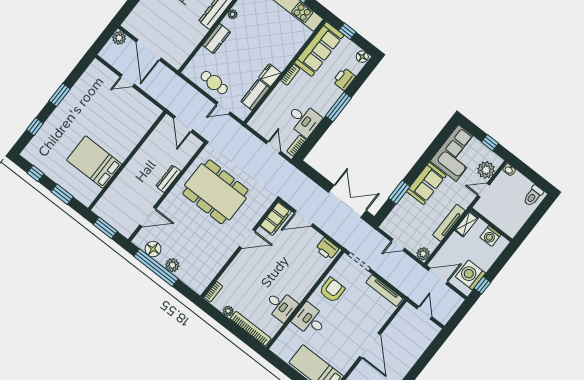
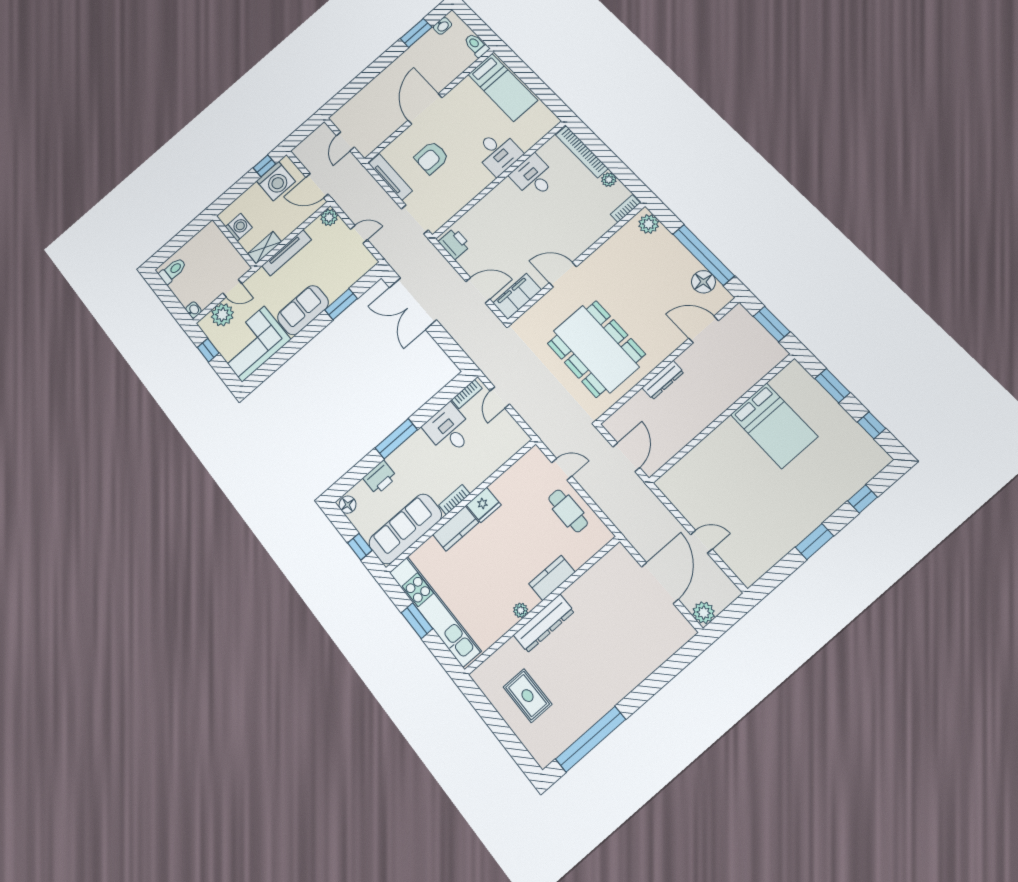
kitchen counter: (255, 95) -> (456, 529), moved
plant: (172, 265) -> (649, 224), moved
armchair: (332, 290) -> (431, 158), moved

